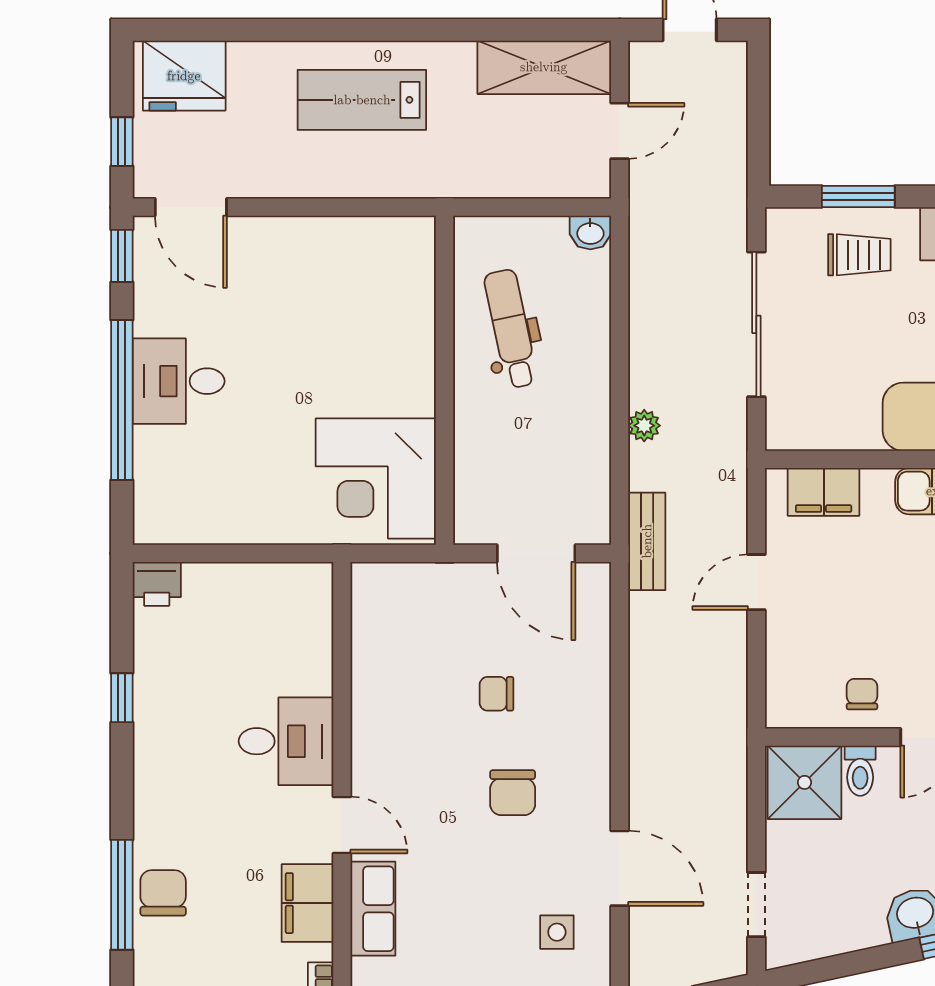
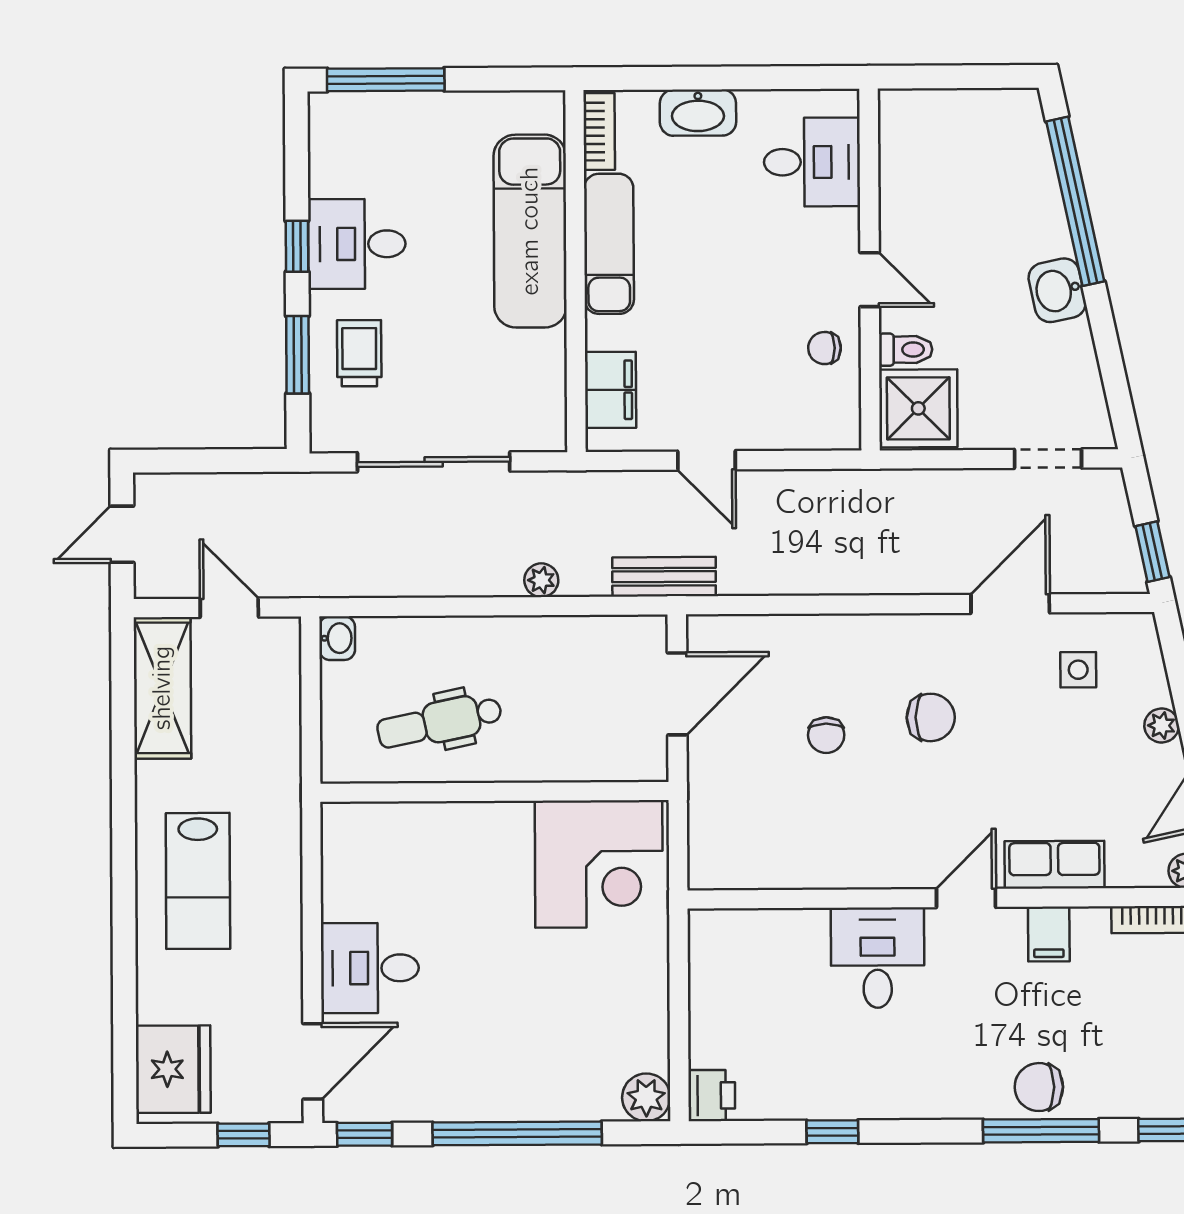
desk: (179, 381) -> (370, 968), moved, turned 90
plant: (155, 522) -> (646, 1097), added
filing cabinet: (307, 903) -> (1049, 934), width x0.50

